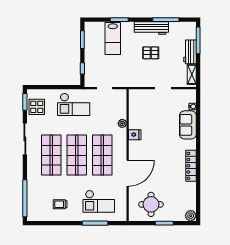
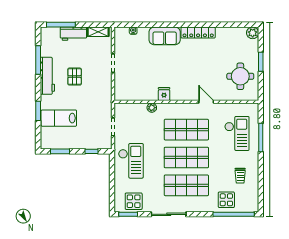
lab bench: (113, 39) -> (59, 118), turned 180
sofa: (188, 125) -> (165, 36), moved
door: (128, 173) -> (206, 102), width x0.53
display table: (38, 192) -> (226, 200), added

